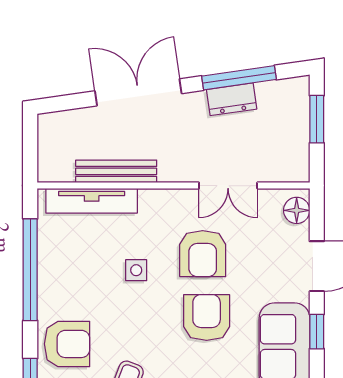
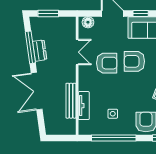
tv unit: (92, 201) -> (84, 106), width x0.71
side table: (136, 270) -> (113, 114), moved

